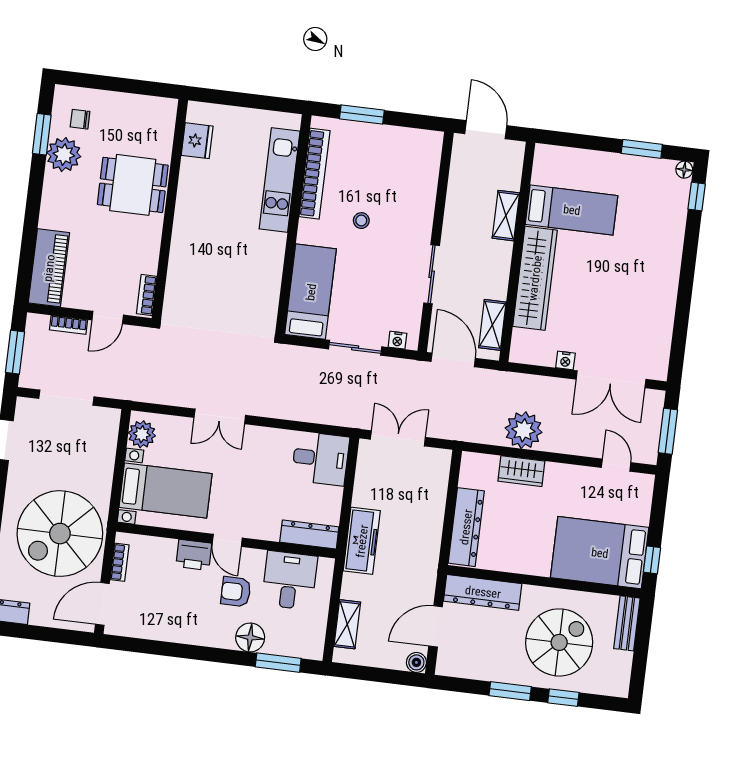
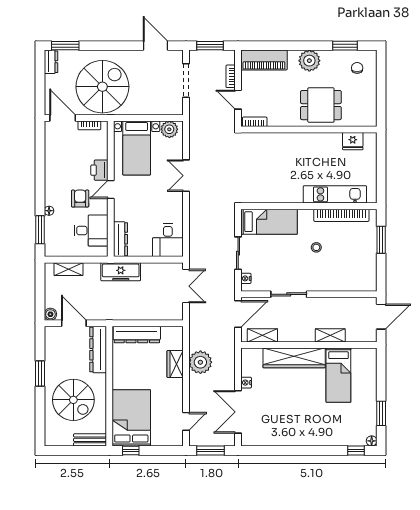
plant: (64, 155) -> (309, 61), moved
dining table: (133, 185) -> (321, 105), turned 90
spiral stairs: (60, 534) -> (102, 87), turned 90
floor lamp: (250, 637) -> (49, 211), width x0.53, depth x0.53
window: (563, 698) -> (40, 407), removed

